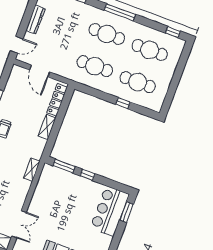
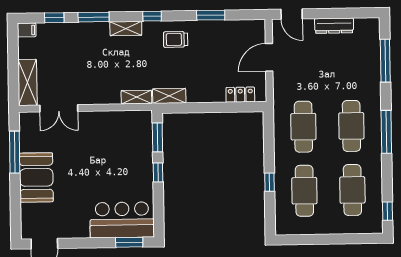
locker: (57, 100) -> (240, 95), width x0.66
shelving: (47, 127) -> (169, 96), moved

